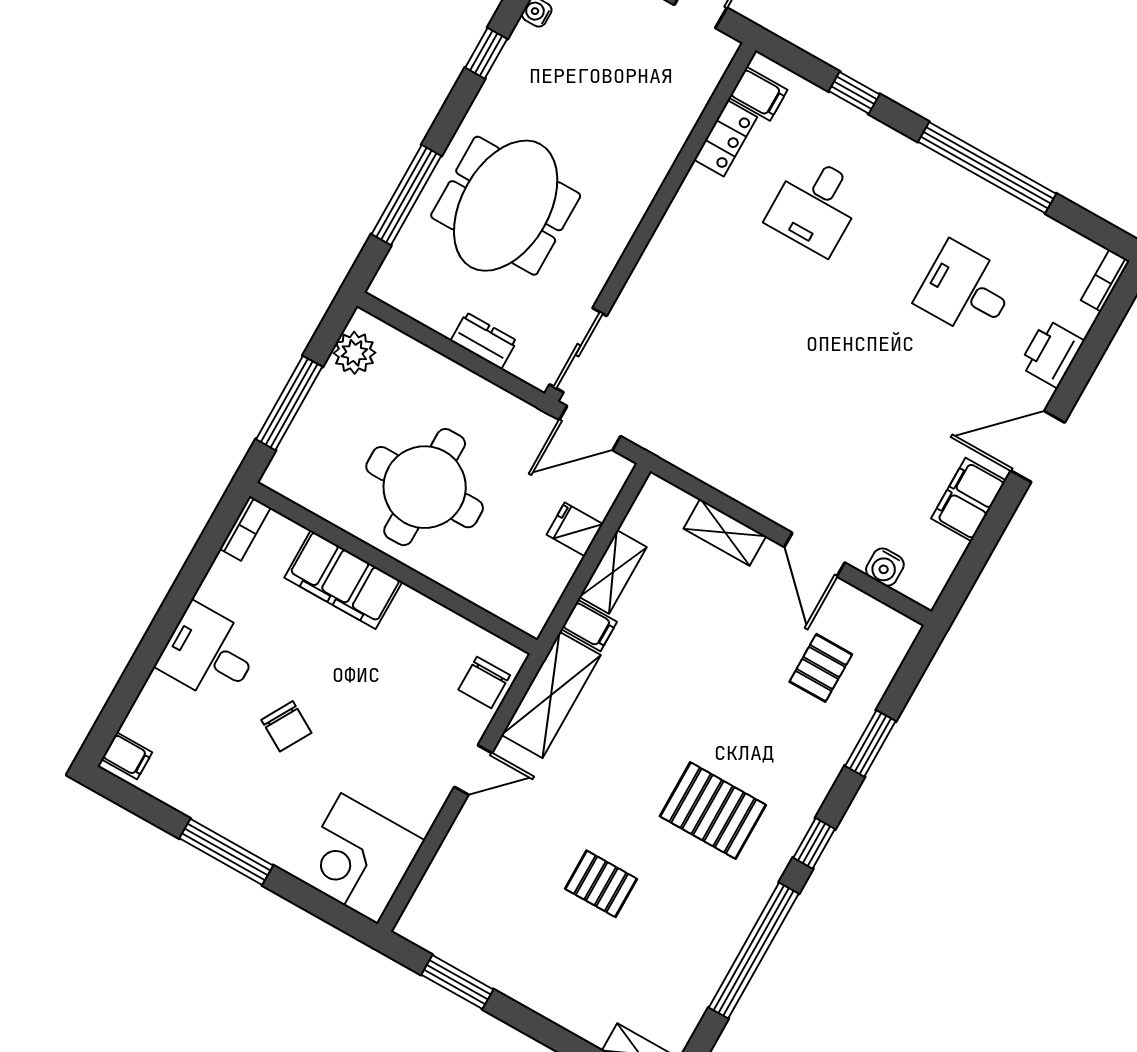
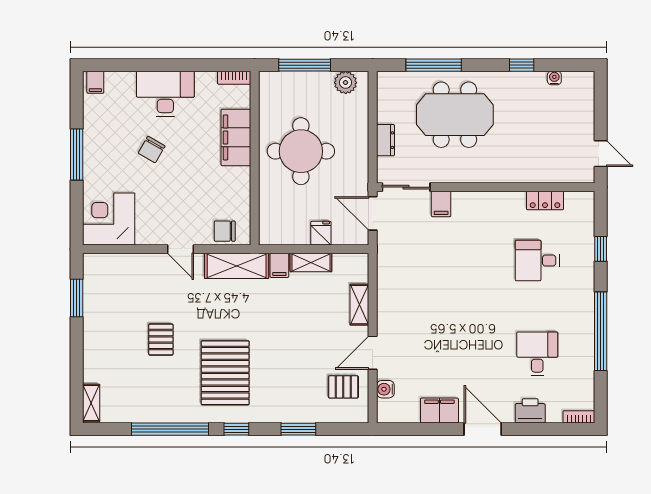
filing cabinet: (758, 94) -> (441, 204), moved
desk: (209, 653) -> (165, 94), width x1.37
pallet: (821, 668) -> (343, 387), moved
pallet: (713, 811) -> (225, 373), width x1.37, depth x1.41

